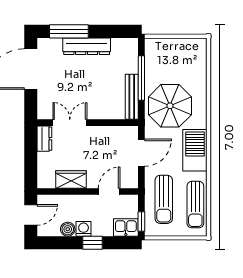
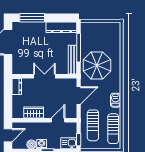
dresser: (87, 46) -> (61, 27), moved
double door: (70, 123) -> (44, 76), moved
barbecue: (195, 150) -> (116, 100), width x0.53, depth x0.65

